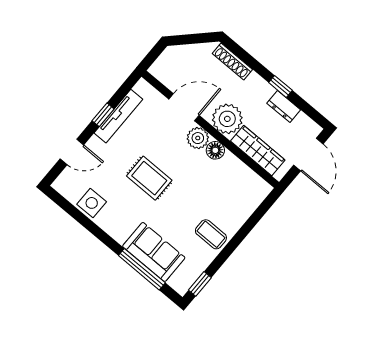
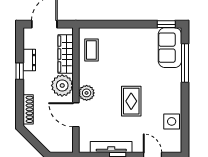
floor lamp: (215, 150) -> (85, 78), removed
coffee table: (211, 234) -> (91, 50), moved
sofa: (154, 252) -> (170, 48), moved

